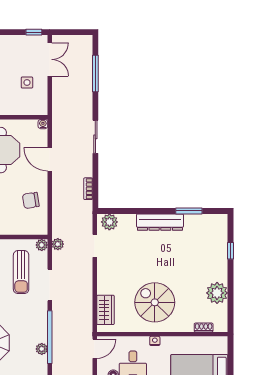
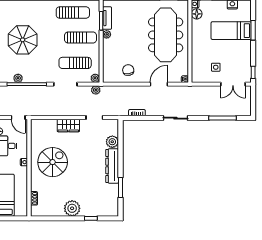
plant: (109, 222) -> (112, 142), moved
plant: (217, 293) -> (72, 208), moved
wardrobe: (105, 310) -> (68, 126), moved

